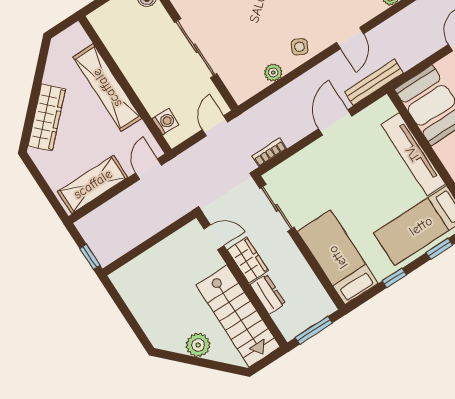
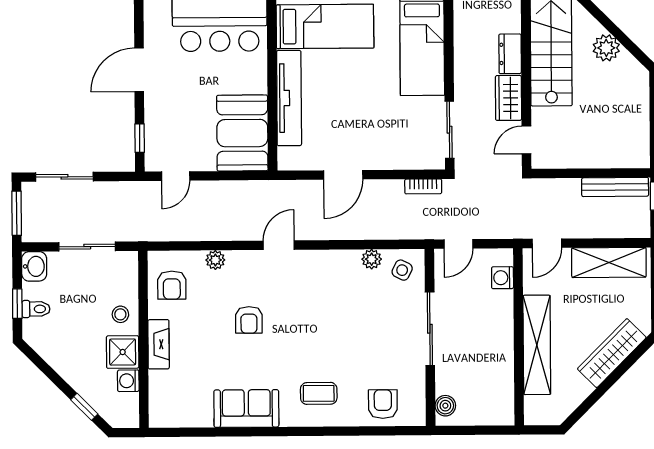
side table: (299, 47) -> (402, 270), moved
bench: (374, 82) -> (615, 187), moved
door: (214, 237) -> (526, 140), hinge flipped

